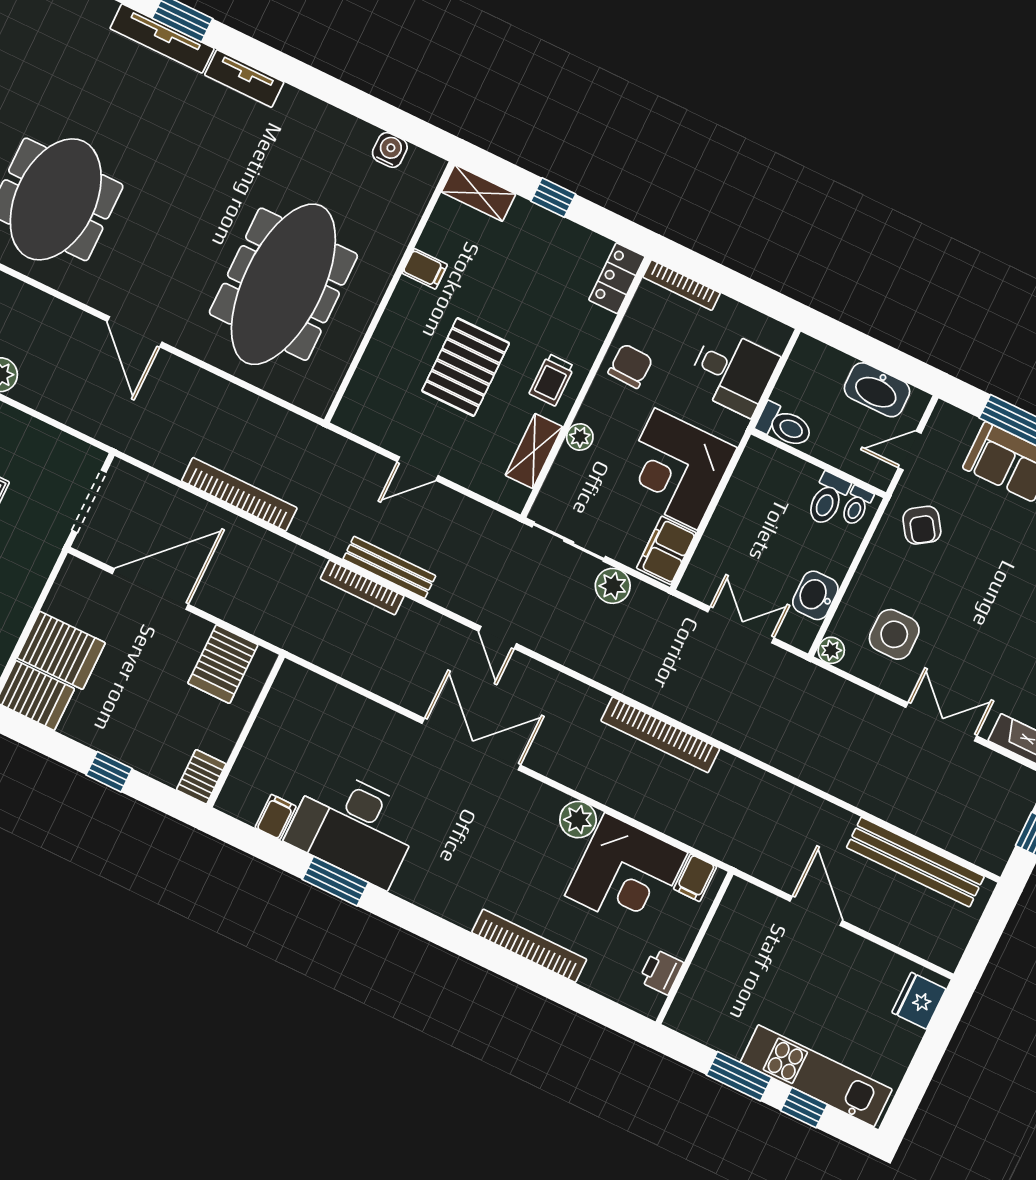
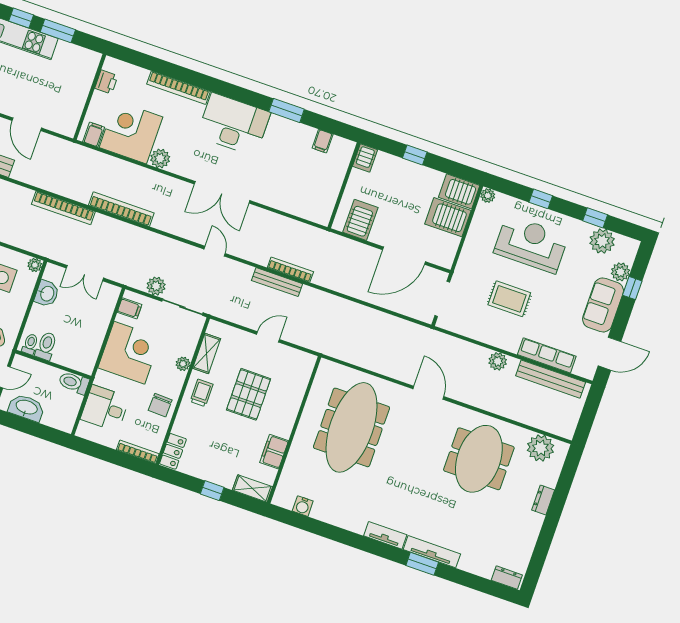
filing cabinet: (425, 269) -> (274, 452), width x2.00
bookcase: (239, 494) -> (63, 208), moved
filing cabinet: (666, 550) -> (130, 308), width x0.50
desk: (354, 827) -> (234, 124), moved

